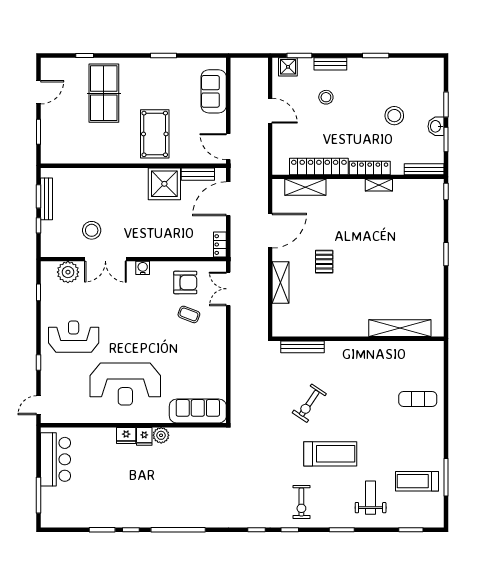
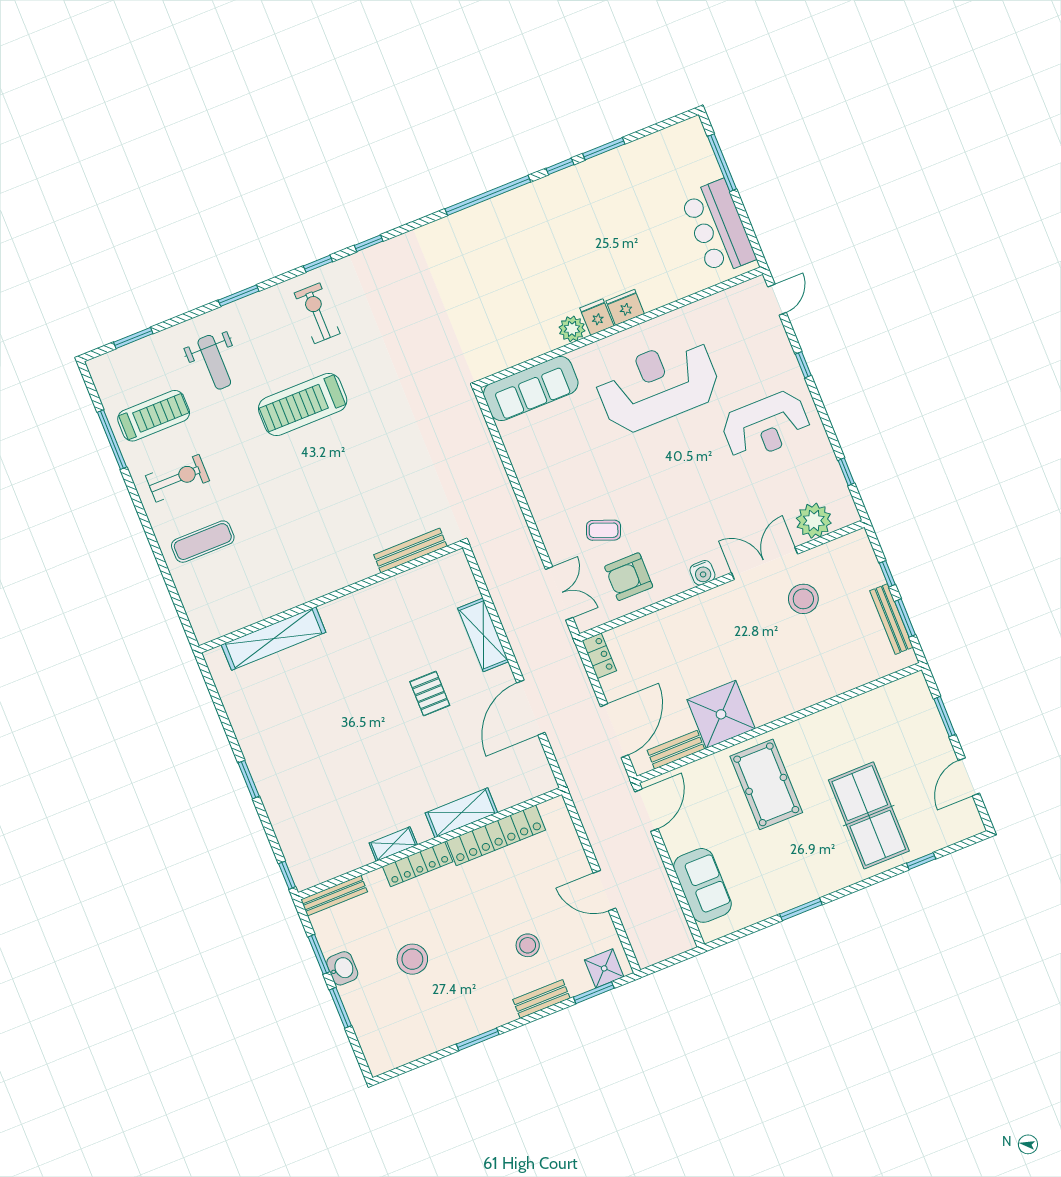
door: (228, 147) -> (646, 810), hinge flipped
shelving: (305, 187) -> (461, 813), moved
exercise bike: (309, 403) -> (177, 478), moved, turned 56

